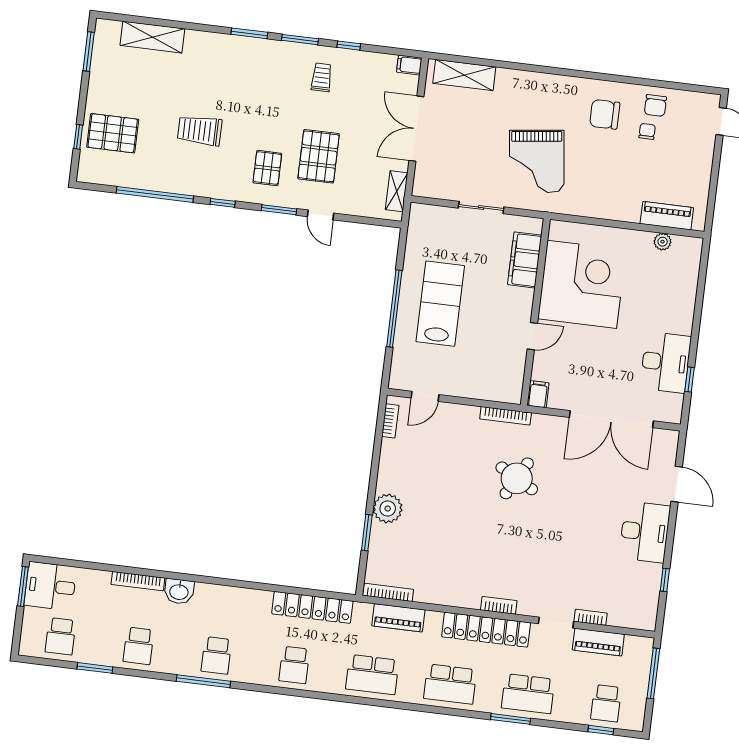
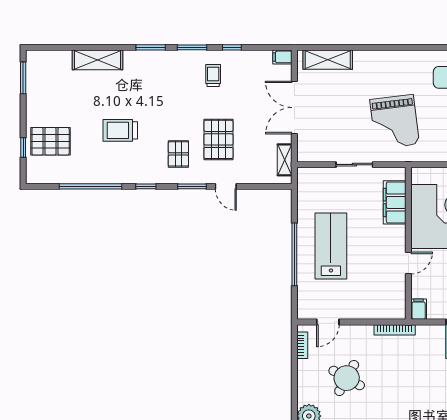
shelving: (152, 37) -> (97, 60), moved
round table: (517, 478) -> (347, 378), moved

